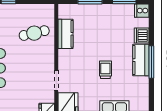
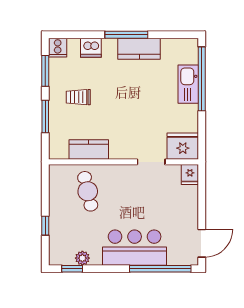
kitchen counter: (141, 60) -> (139, 49), moved
trolley: (105, 70) -> (78, 97), moved

